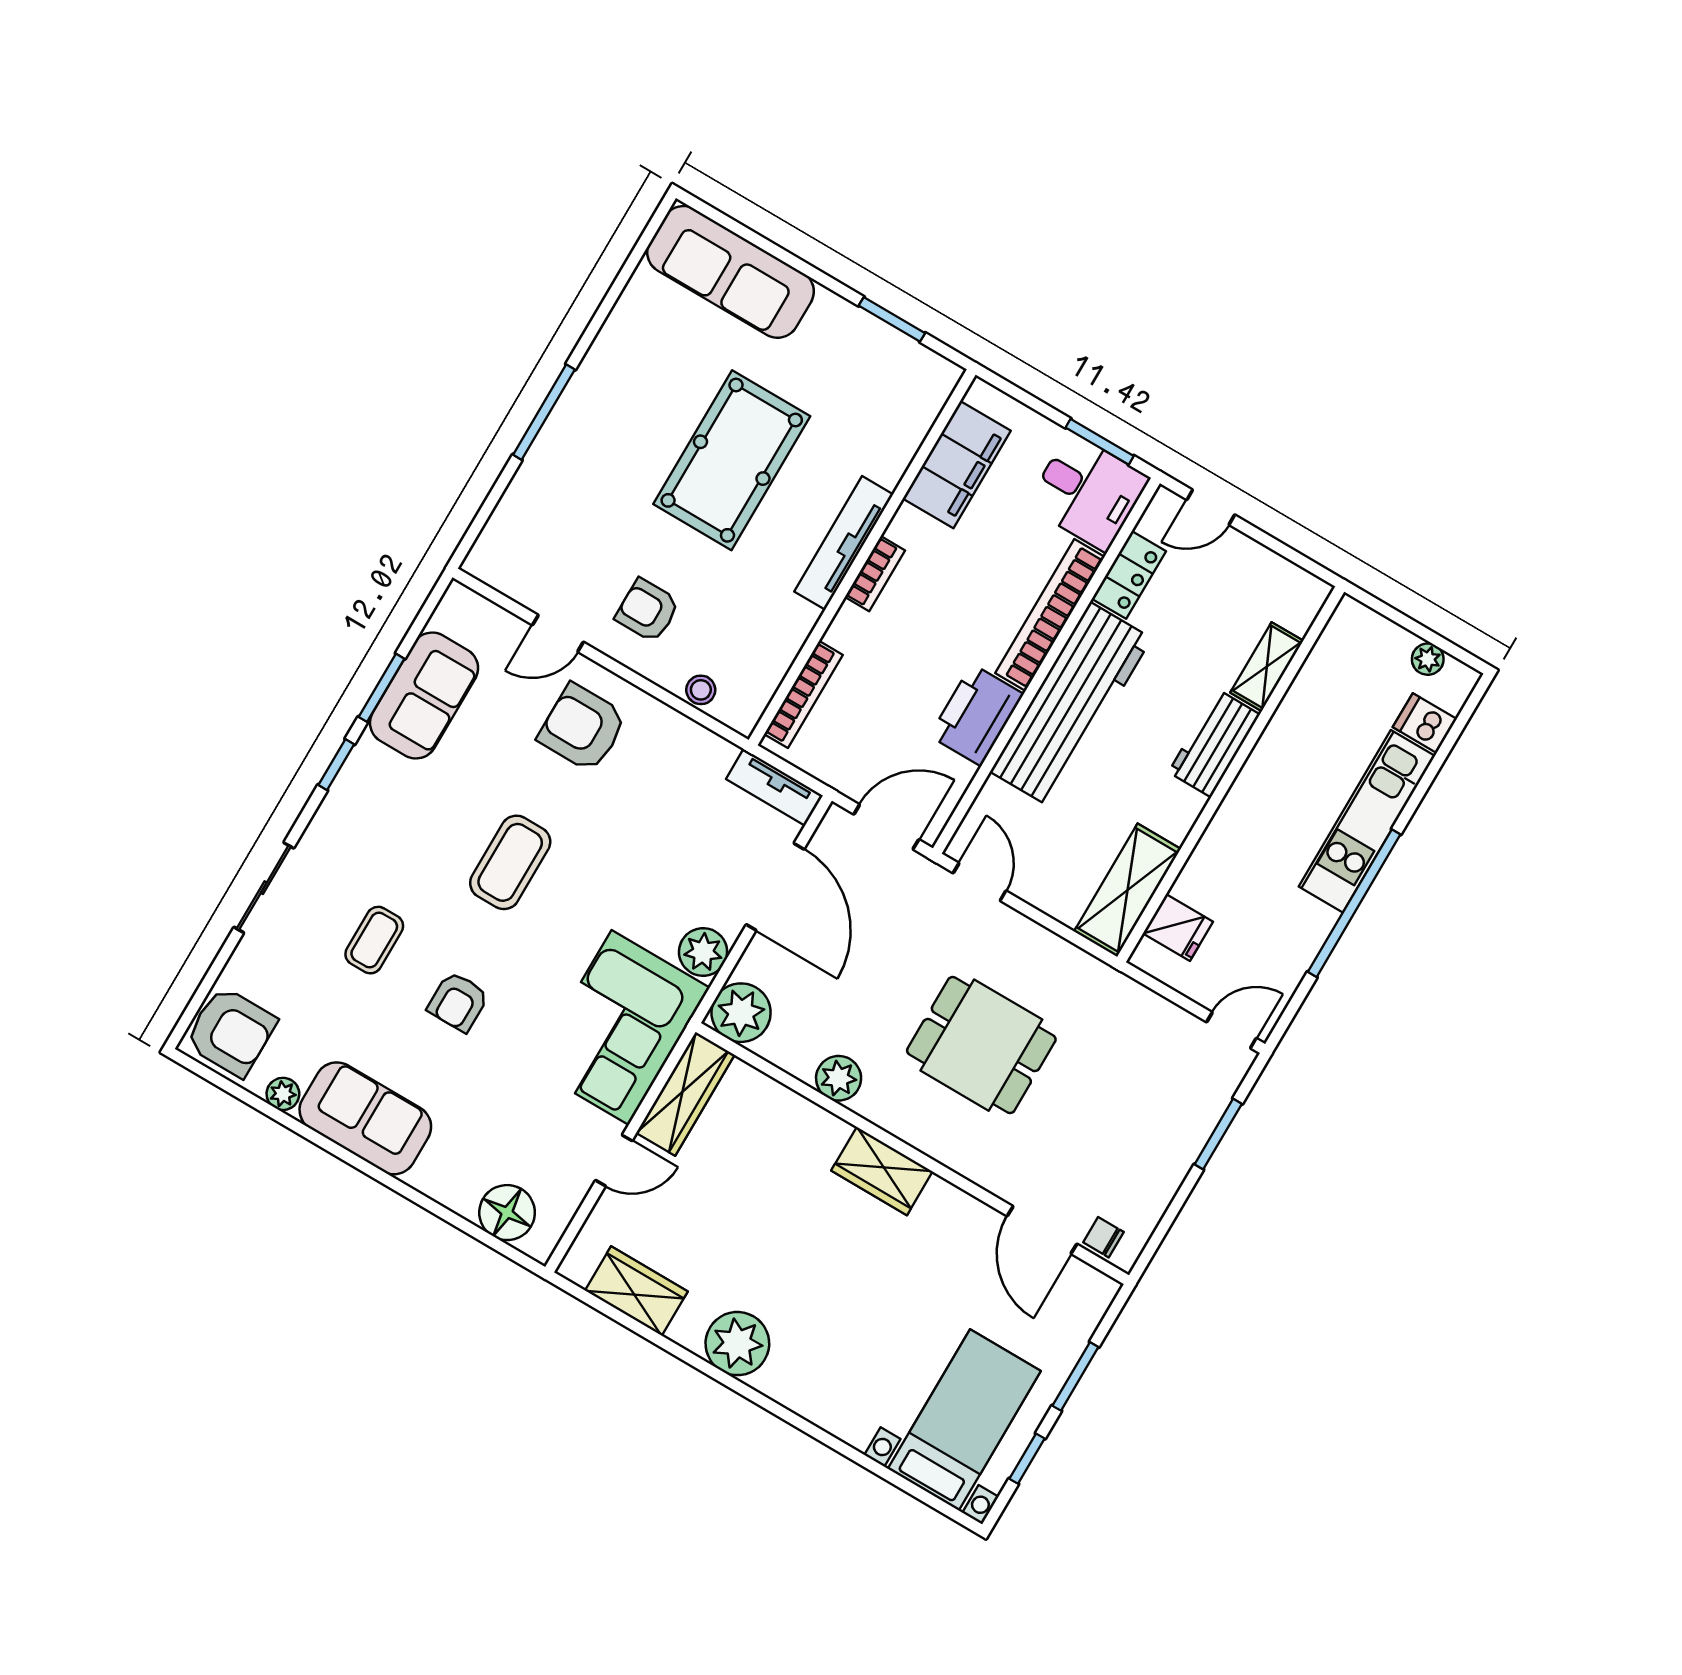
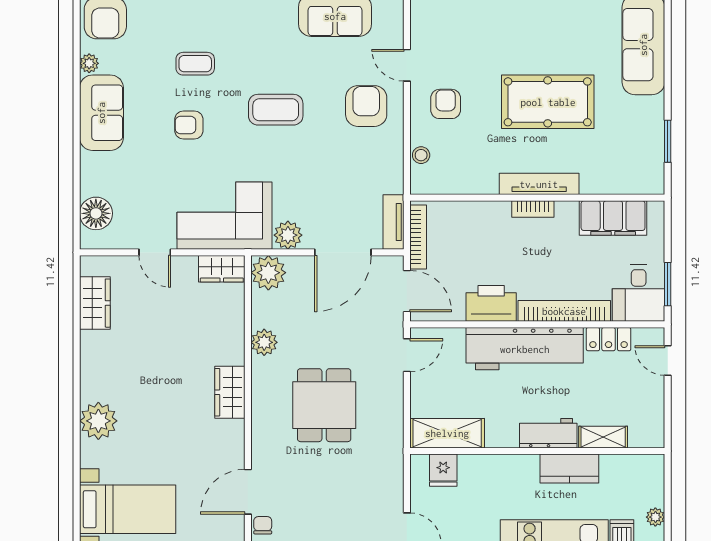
bookcase: (803, 694) -> (418, 237), moved, turned -90
kitchen counter: (1284, 743) -> (569, 469), added
wardrobe: (685, 1094) -> (222, 269), width x0.67
plant: (737, 1344) -> (98, 421), moved

